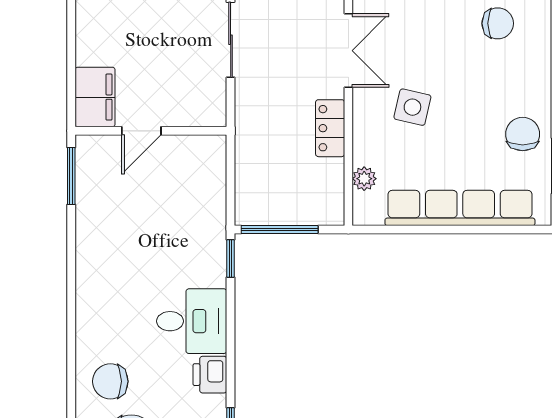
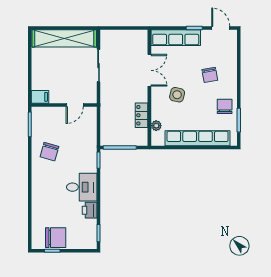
chair: (498, 23) -> (210, 75), moved, turned 80
filing cabinet: (95, 97) -> (40, 97), width x0.50
locker: (330, 128) -> (141, 115), moved
door: (141, 131) -> (75, 105), moved
chair: (110, 381) -> (49, 152), moved, turned -74

